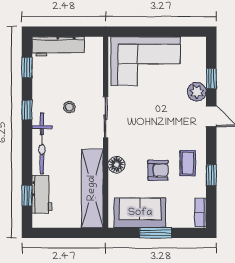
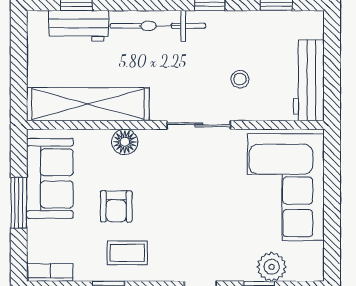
workbench: (58, 46) -> (309, 80), moved
plant: (197, 92) -> (272, 267), moved
stool: (69, 107) -> (240, 79), moved

